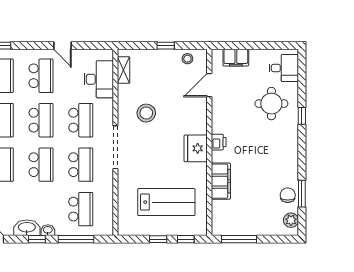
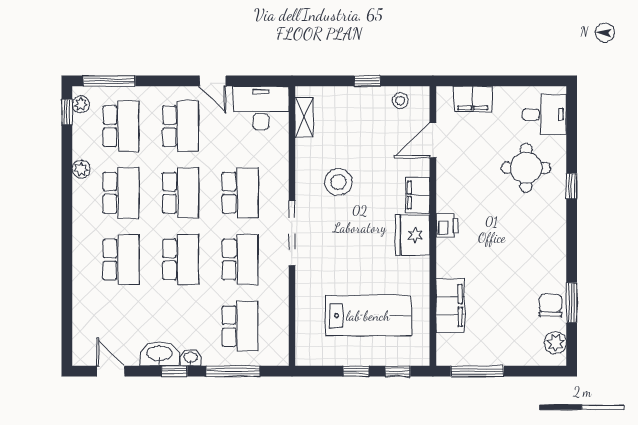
desk: (99, 79) -> (261, 108), moved, turned -90
filing cabinet: (199, 122) -> (418, 195), added
filing cabinet: (221, 181) -> (450, 305), moved

